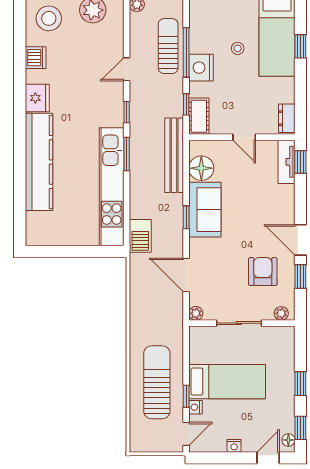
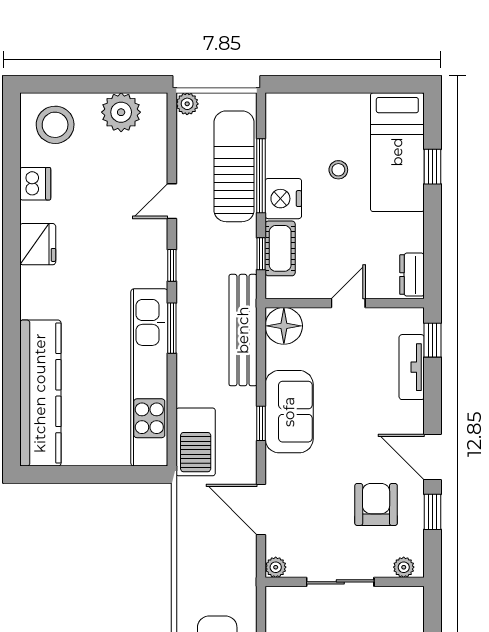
sun lounger: (168, 46) -> (234, 166), width x1.36, depth x1.34
cot: (199, 116) -> (280, 248), moved
door: (244, 137) -> (348, 303), swing flipped
kitchen counter: (39, 162) -> (40, 393), moved
tv unit: (287, 162) -> (412, 367), moved
floor lamp: (201, 168) -> (284, 326), moved
barbecue: (140, 236) -> (196, 442), width x1.37, depth x1.21

